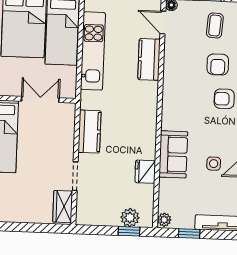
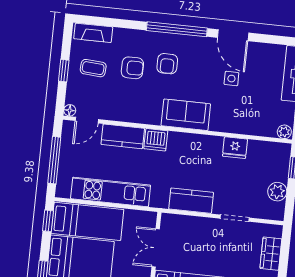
dishwasher: (148, 92) -> (156, 140), added
sofa: (173, 154) -> (186, 115), moved
wardrobe: (63, 207) -> (271, 254), moved, turned 90
plant: (130, 218) -> (277, 192), moved

